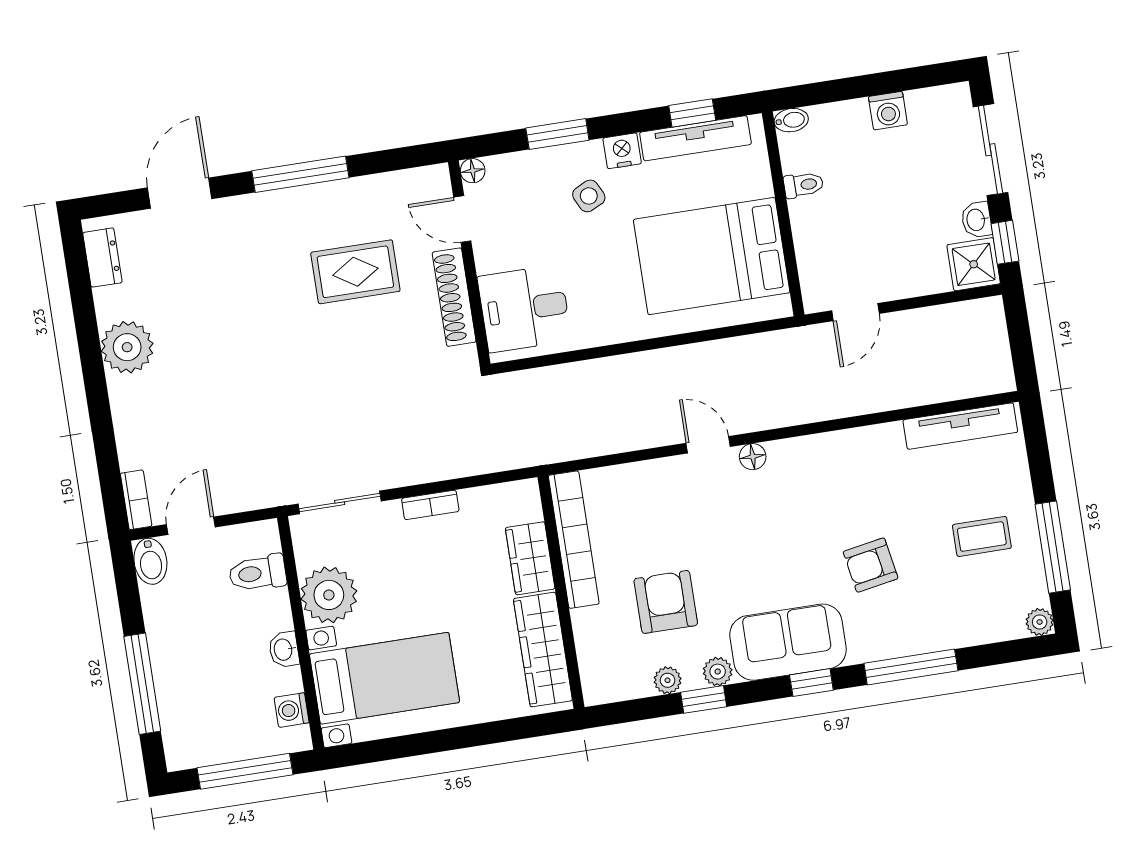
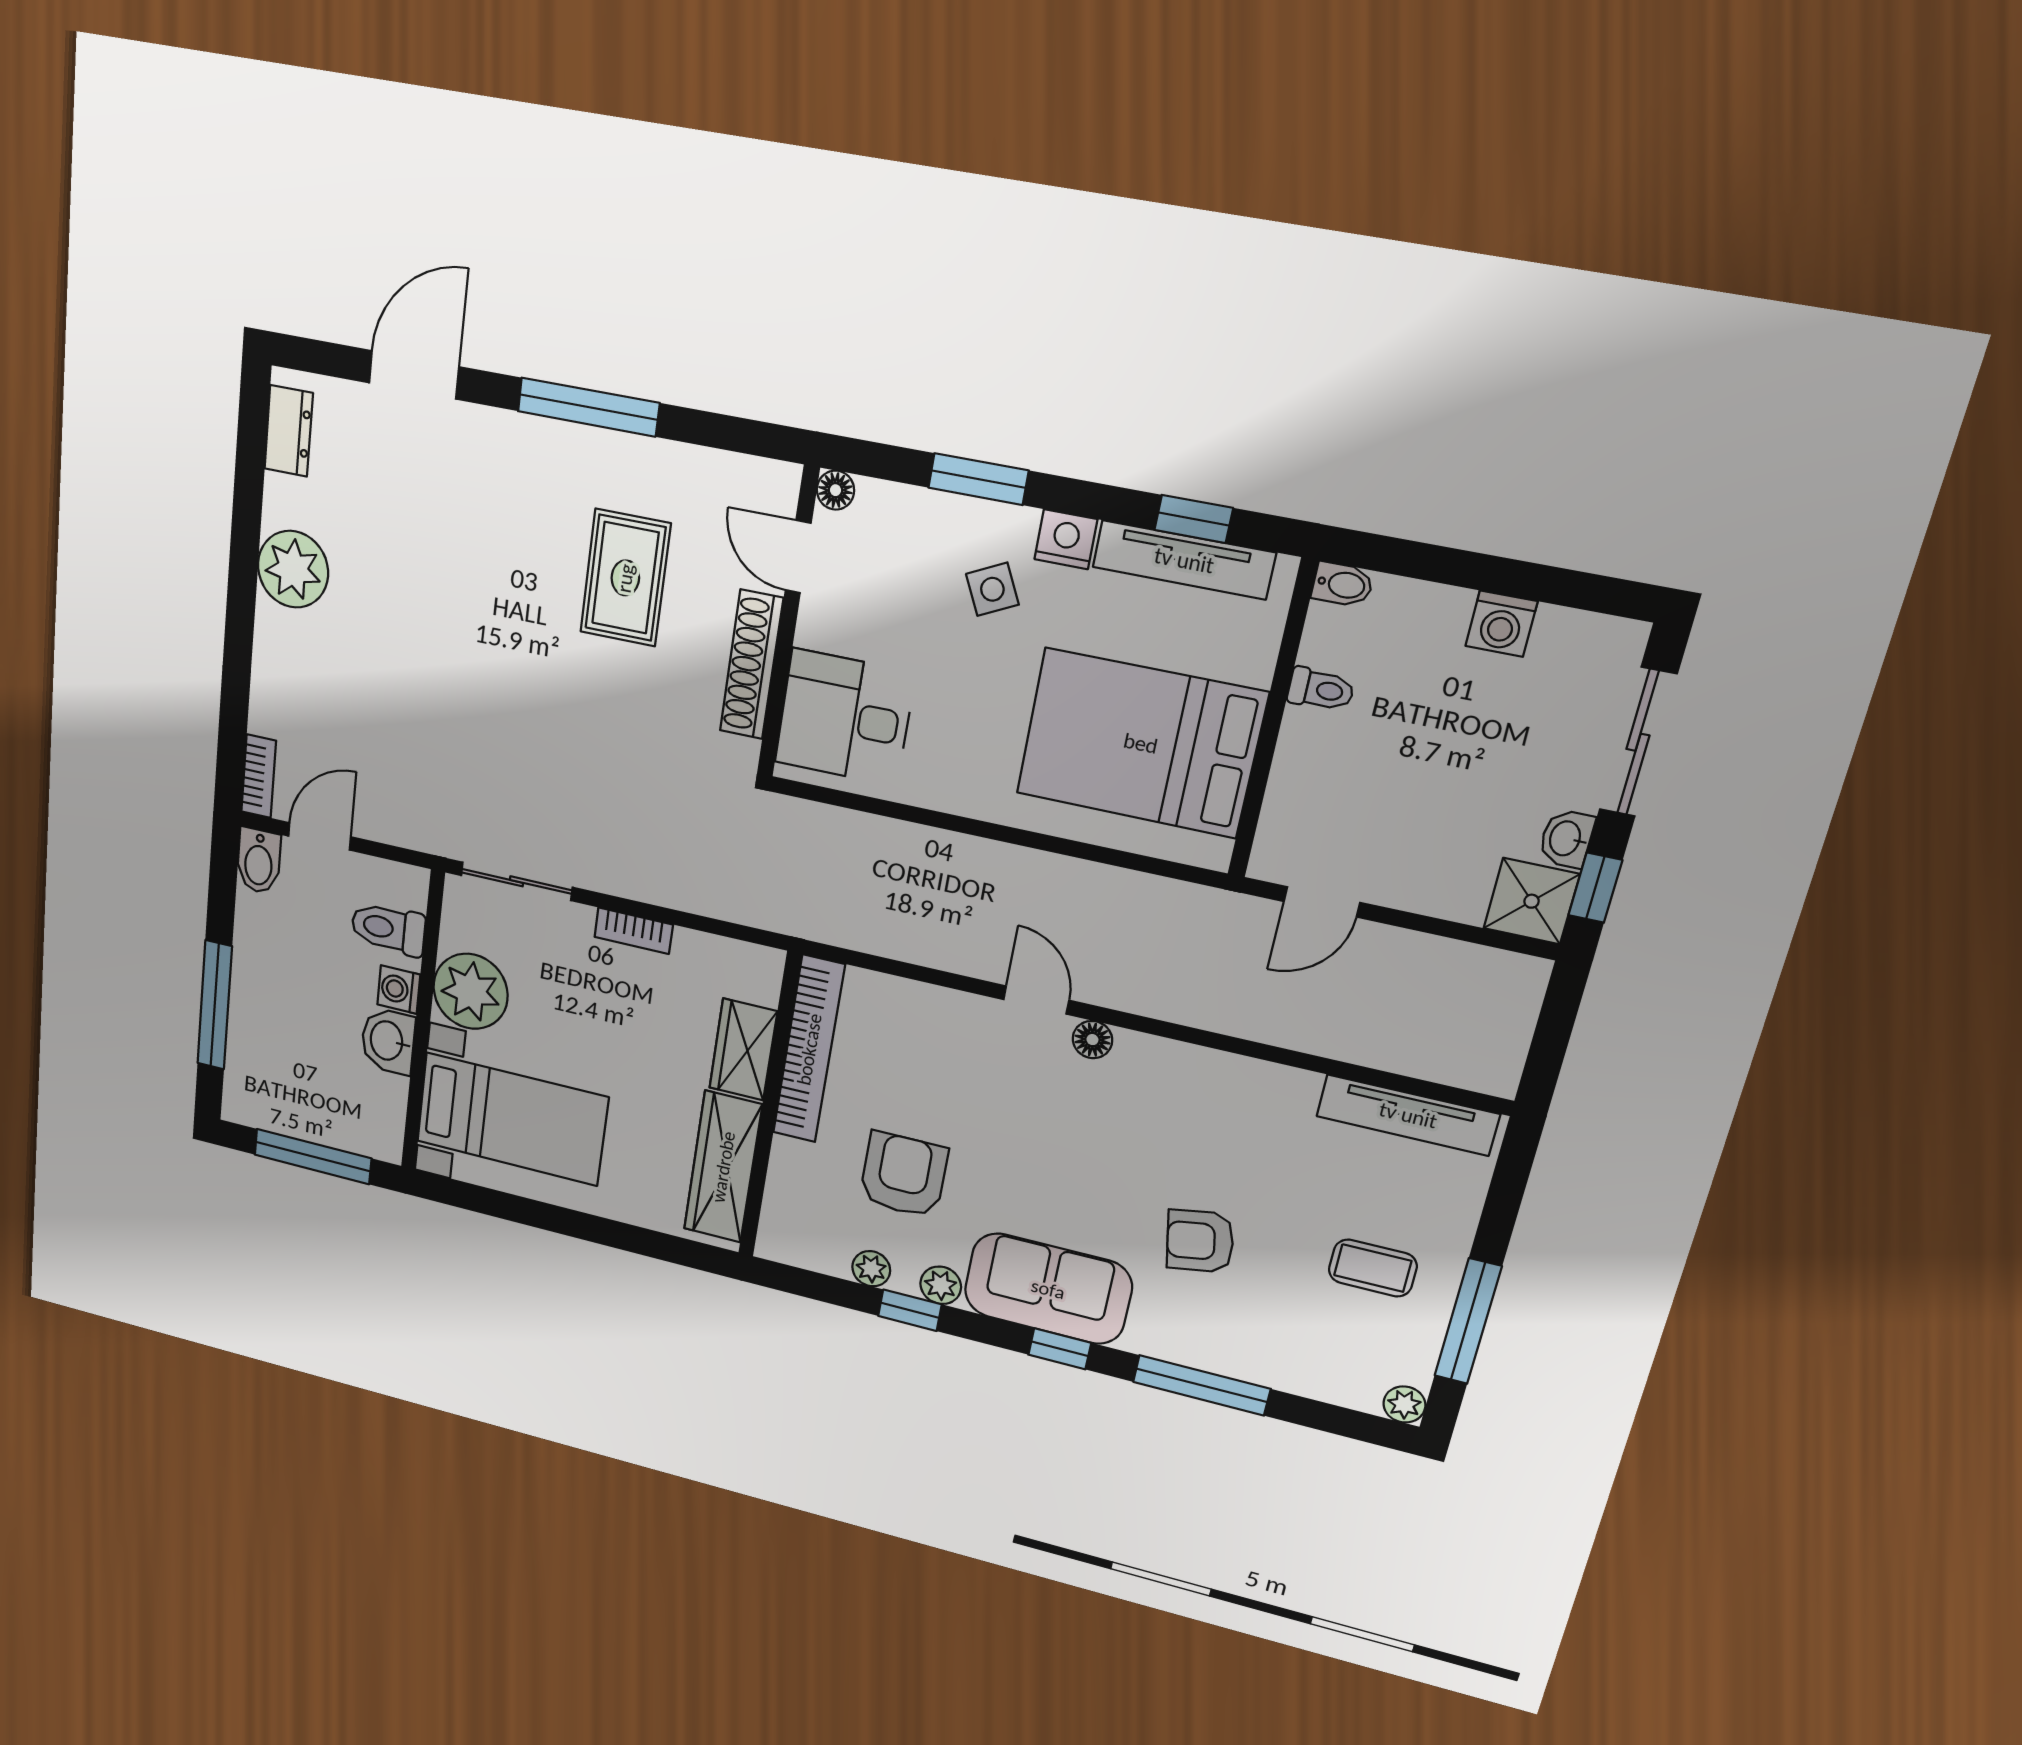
rug: (355, 272) -> (625, 578), turned 90
washbasin: (284, 650) -> (388, 1041), width x1.38, depth x1.45
washing machine: (292, 710) -> (399, 989), moved

